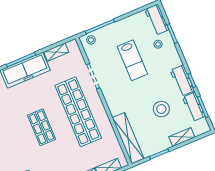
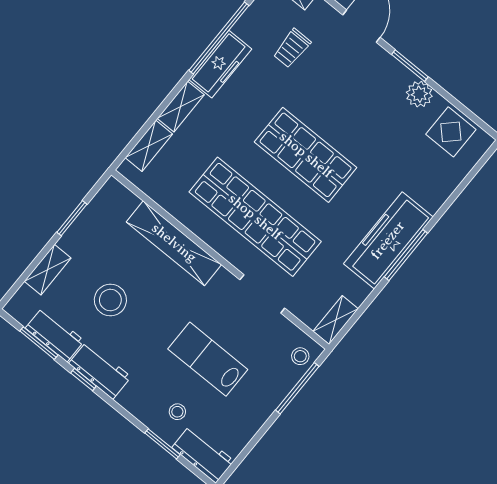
shelving: (56, 52) -> (336, 320), moved
shop shelf: (42, 127) -> (306, 155), width x1.43, depth x1.36
shelving: (128, 138) -> (174, 243), moved

